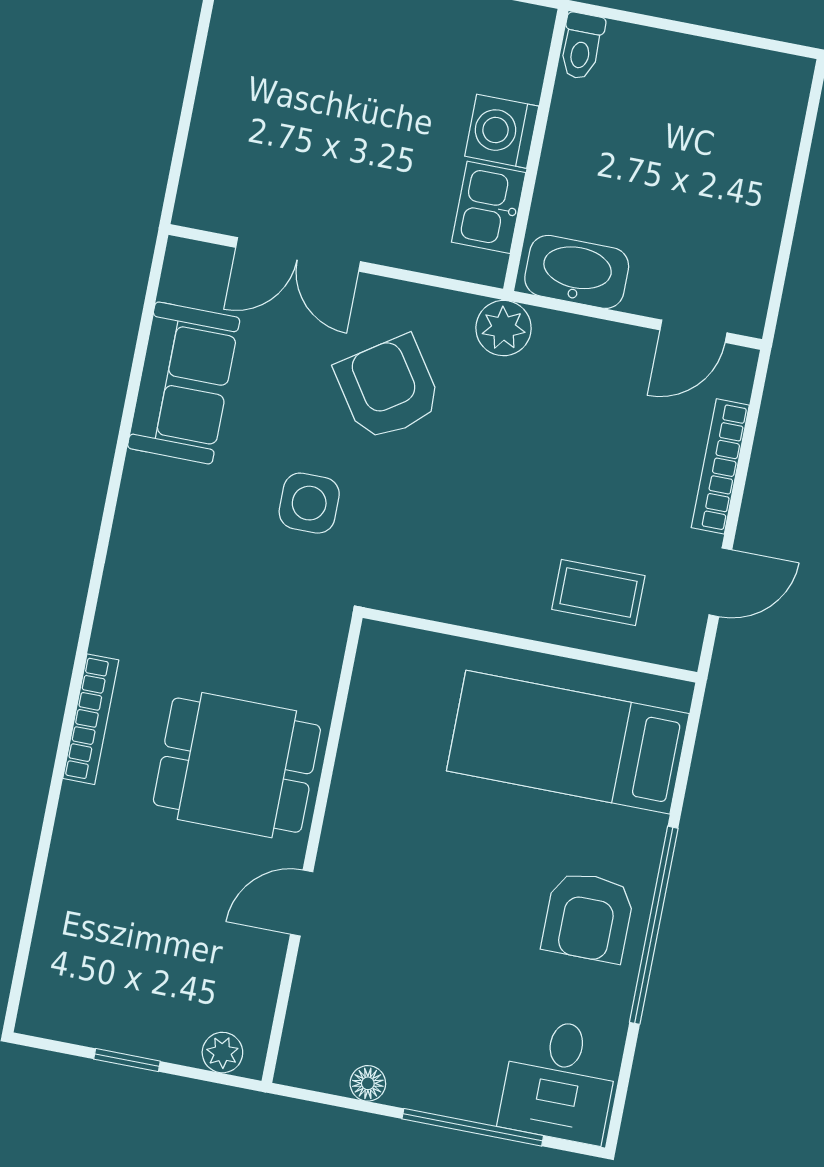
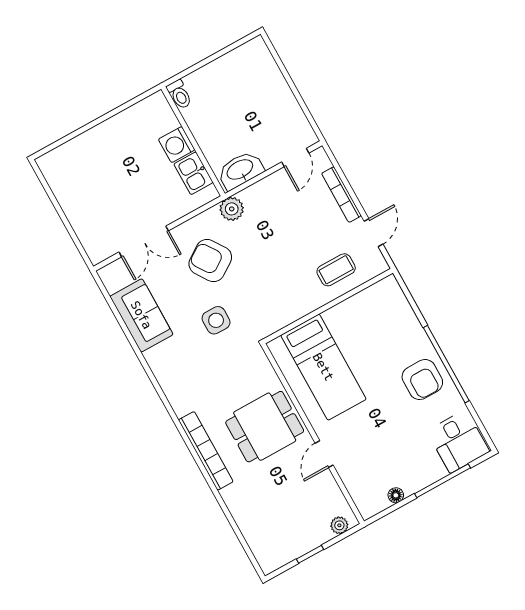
bookcase: (91, 719) -> (206, 451), width x1.48, depth x1.31
bed: (568, 742) -> (323, 367), moved, turned -90

